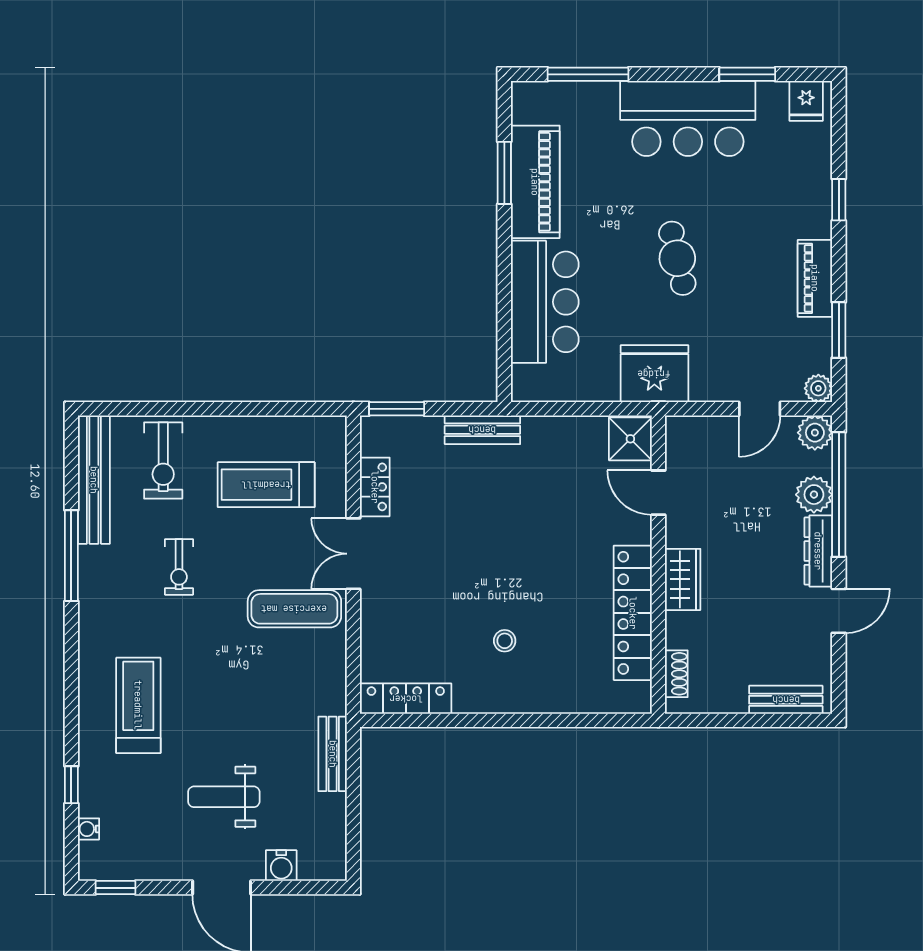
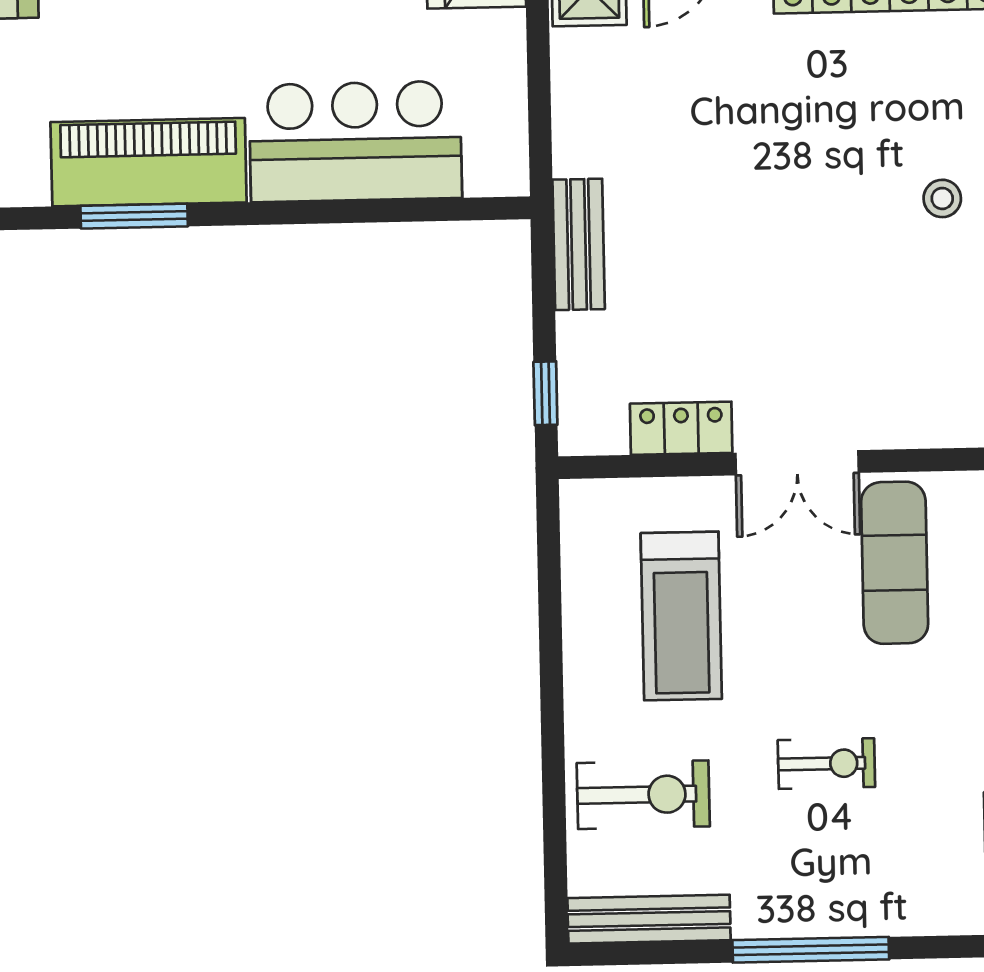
window: (397, 409) -> (545, 393), width x0.67
bench: (94, 480) -> (649, 919), width x0.73, depth x0.82

